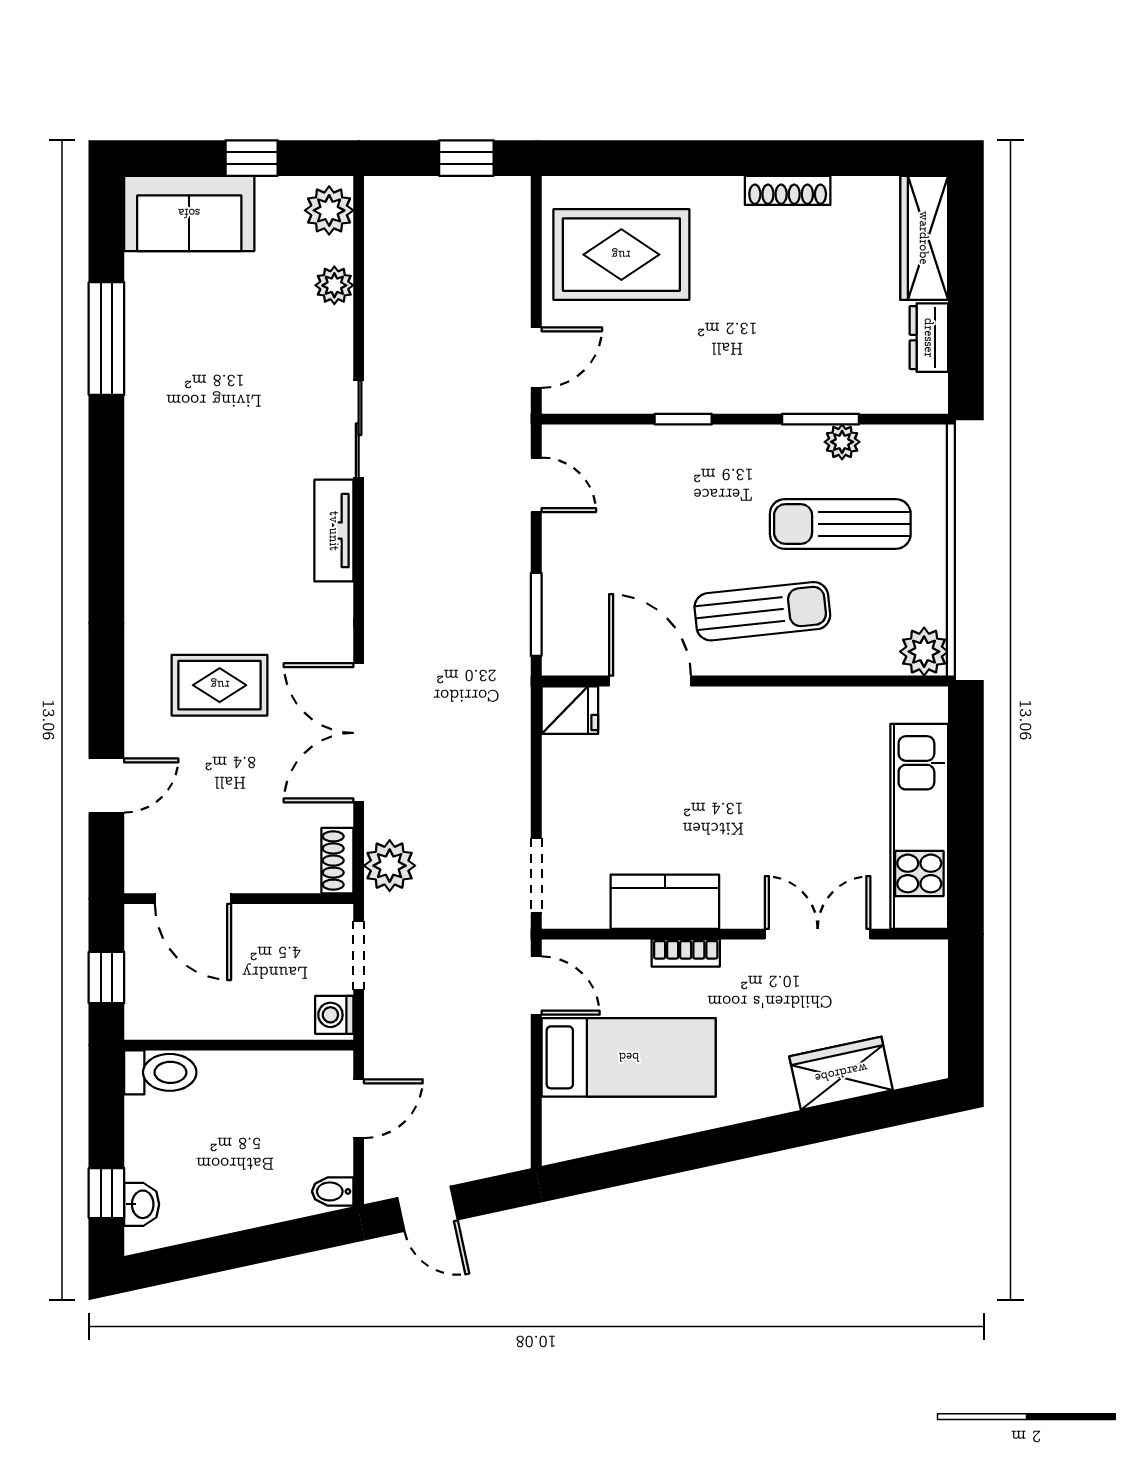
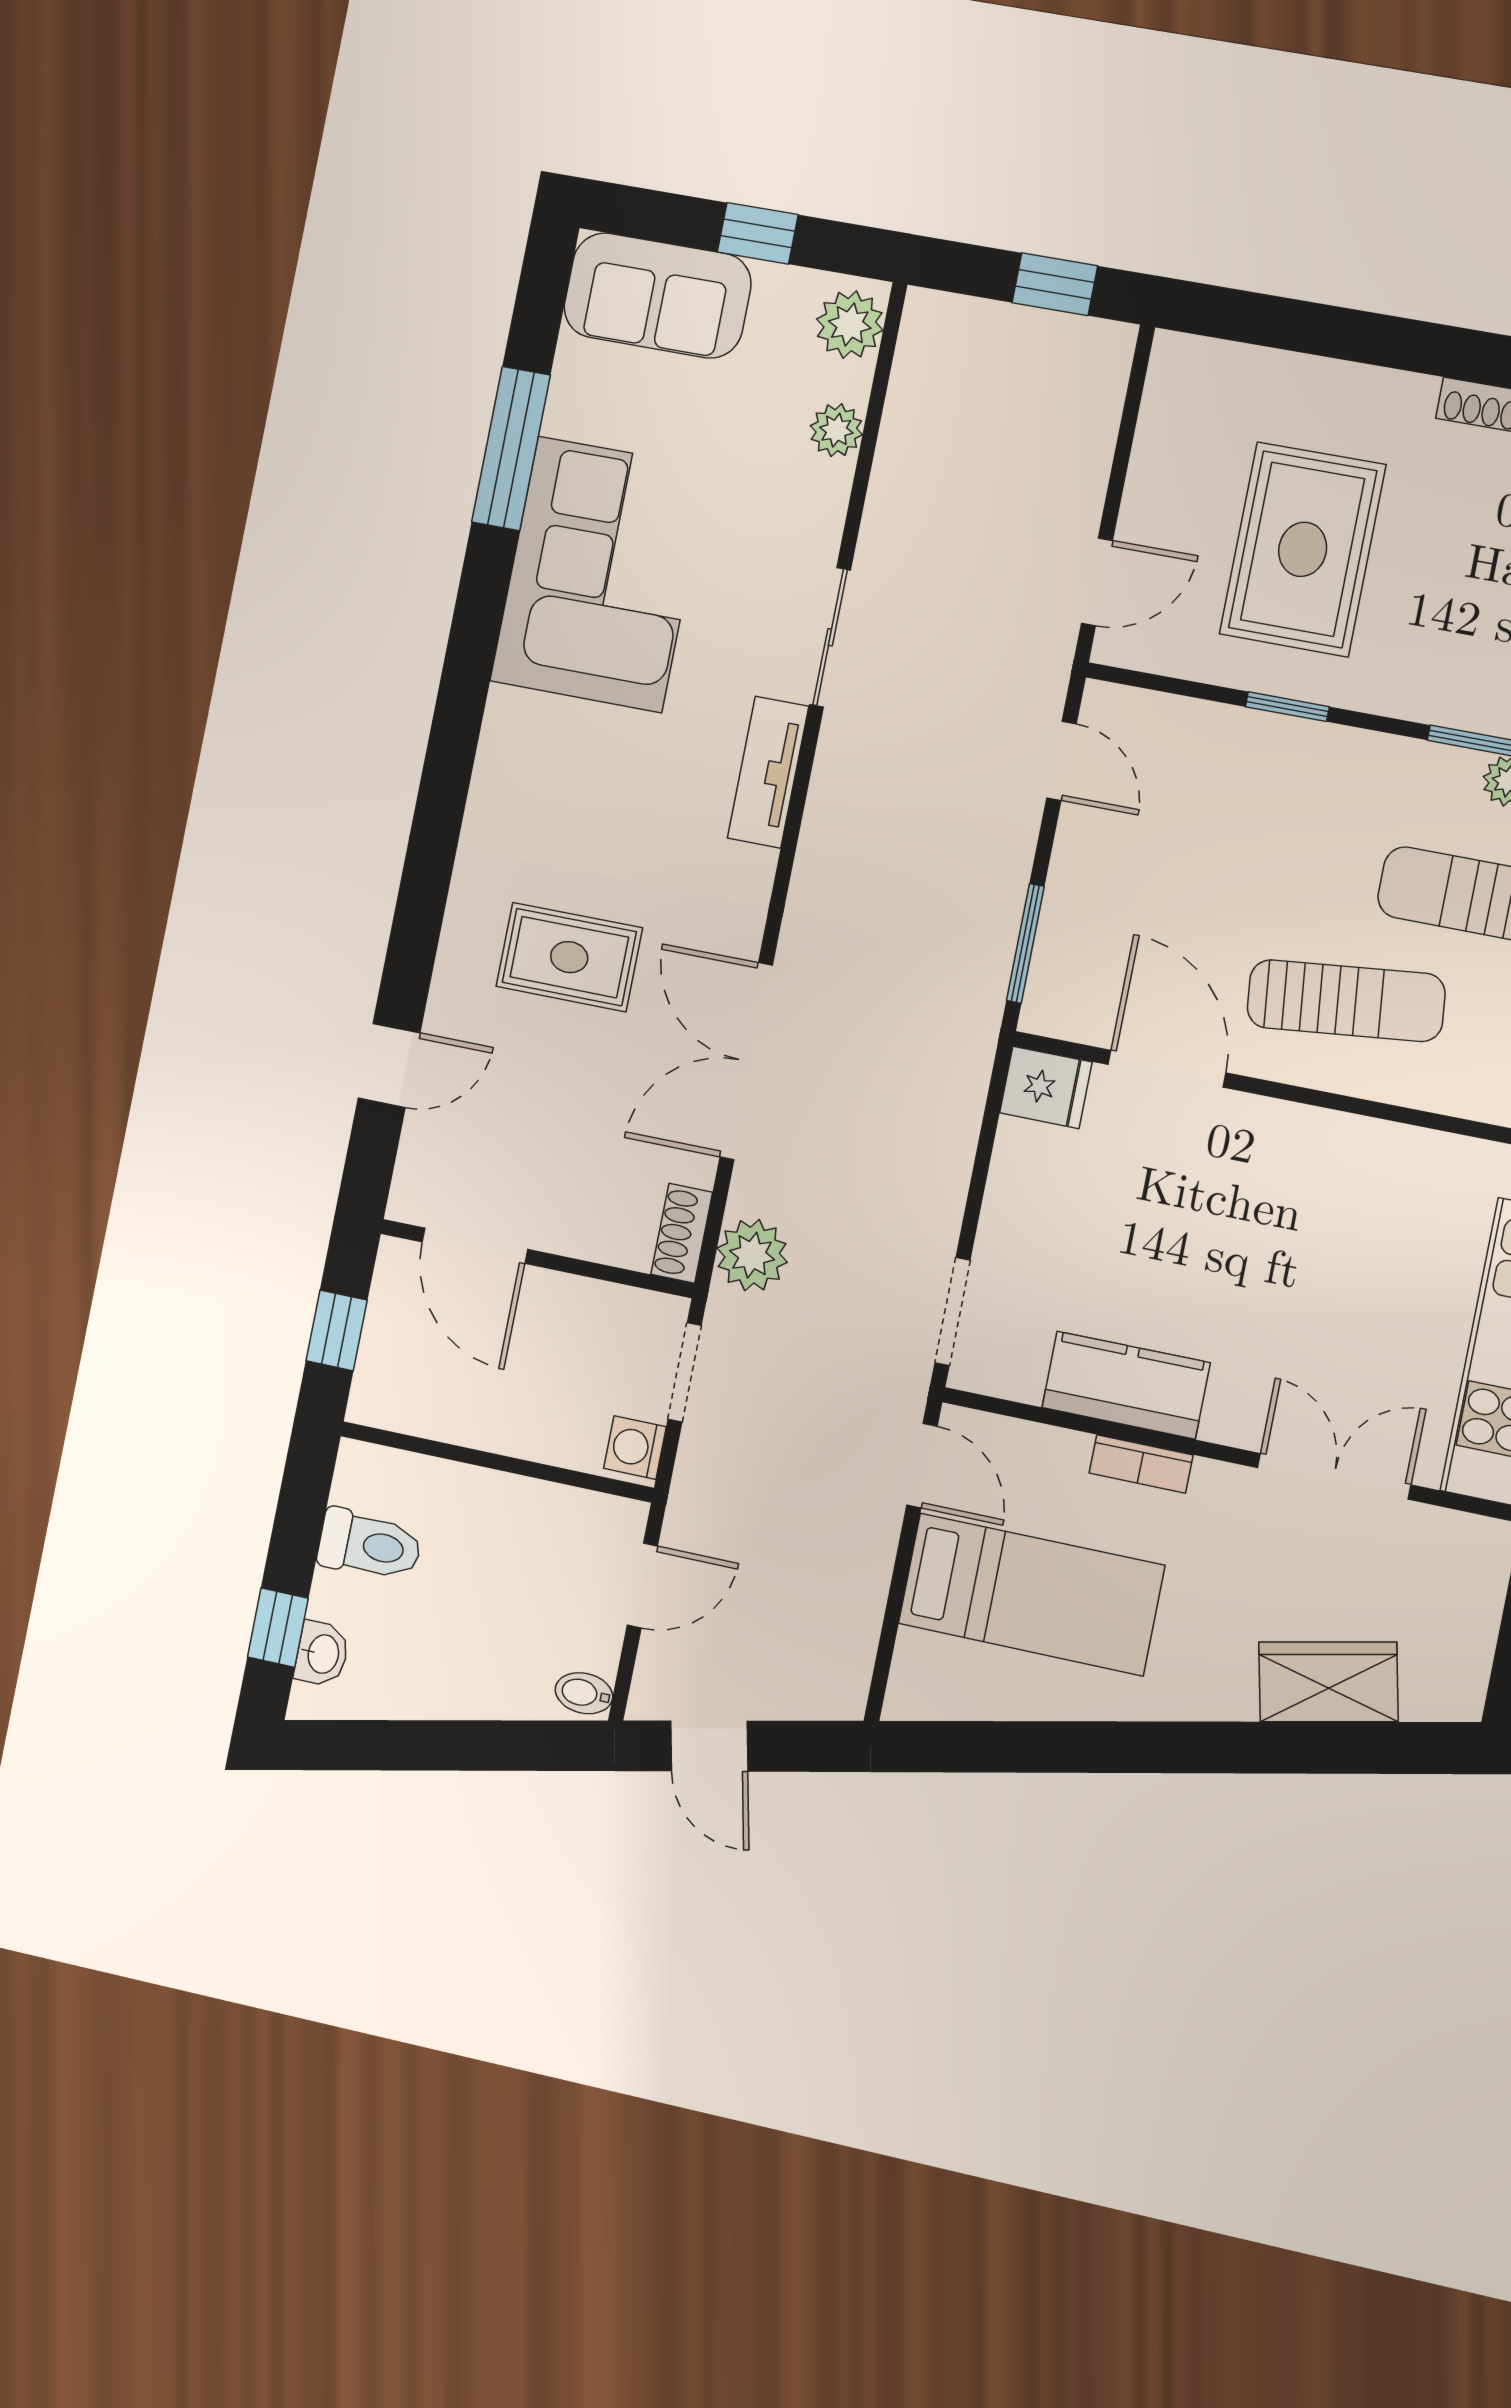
rug: (621, 255) -> (1303, 549), moved, turned 90
corner sofa: (187, 415) -> (600, 574), added
toilet: (160, 1072) -> (370, 1545), moved

